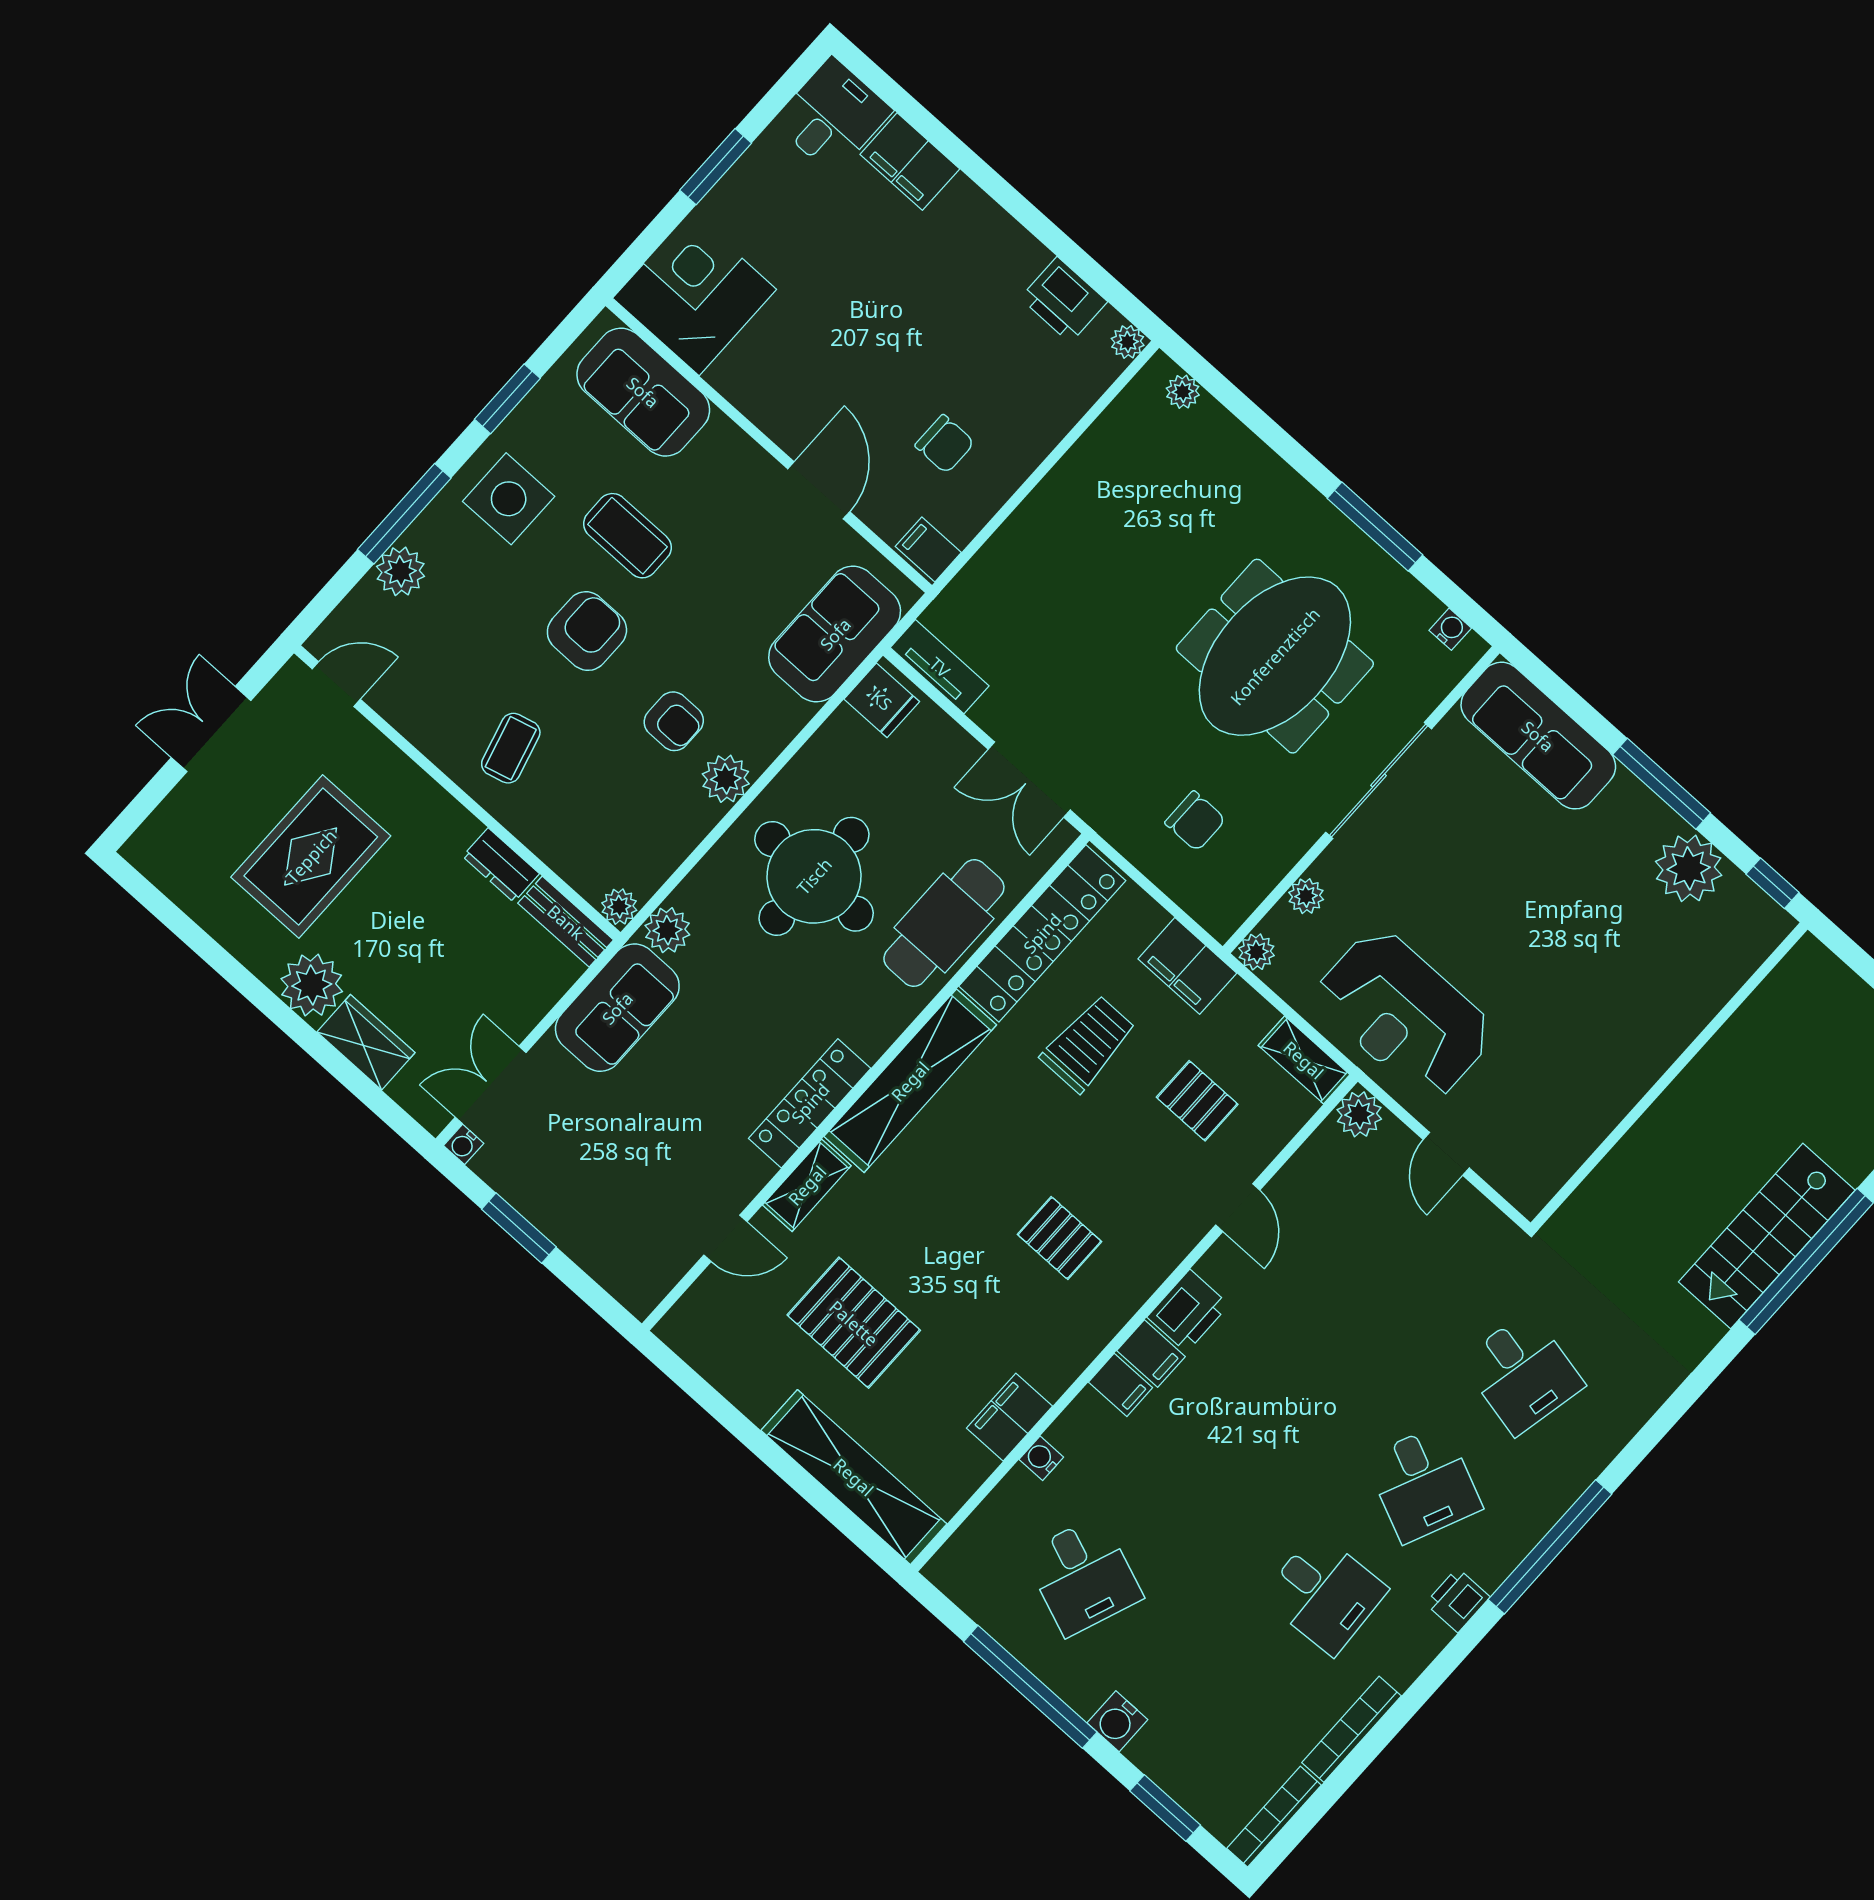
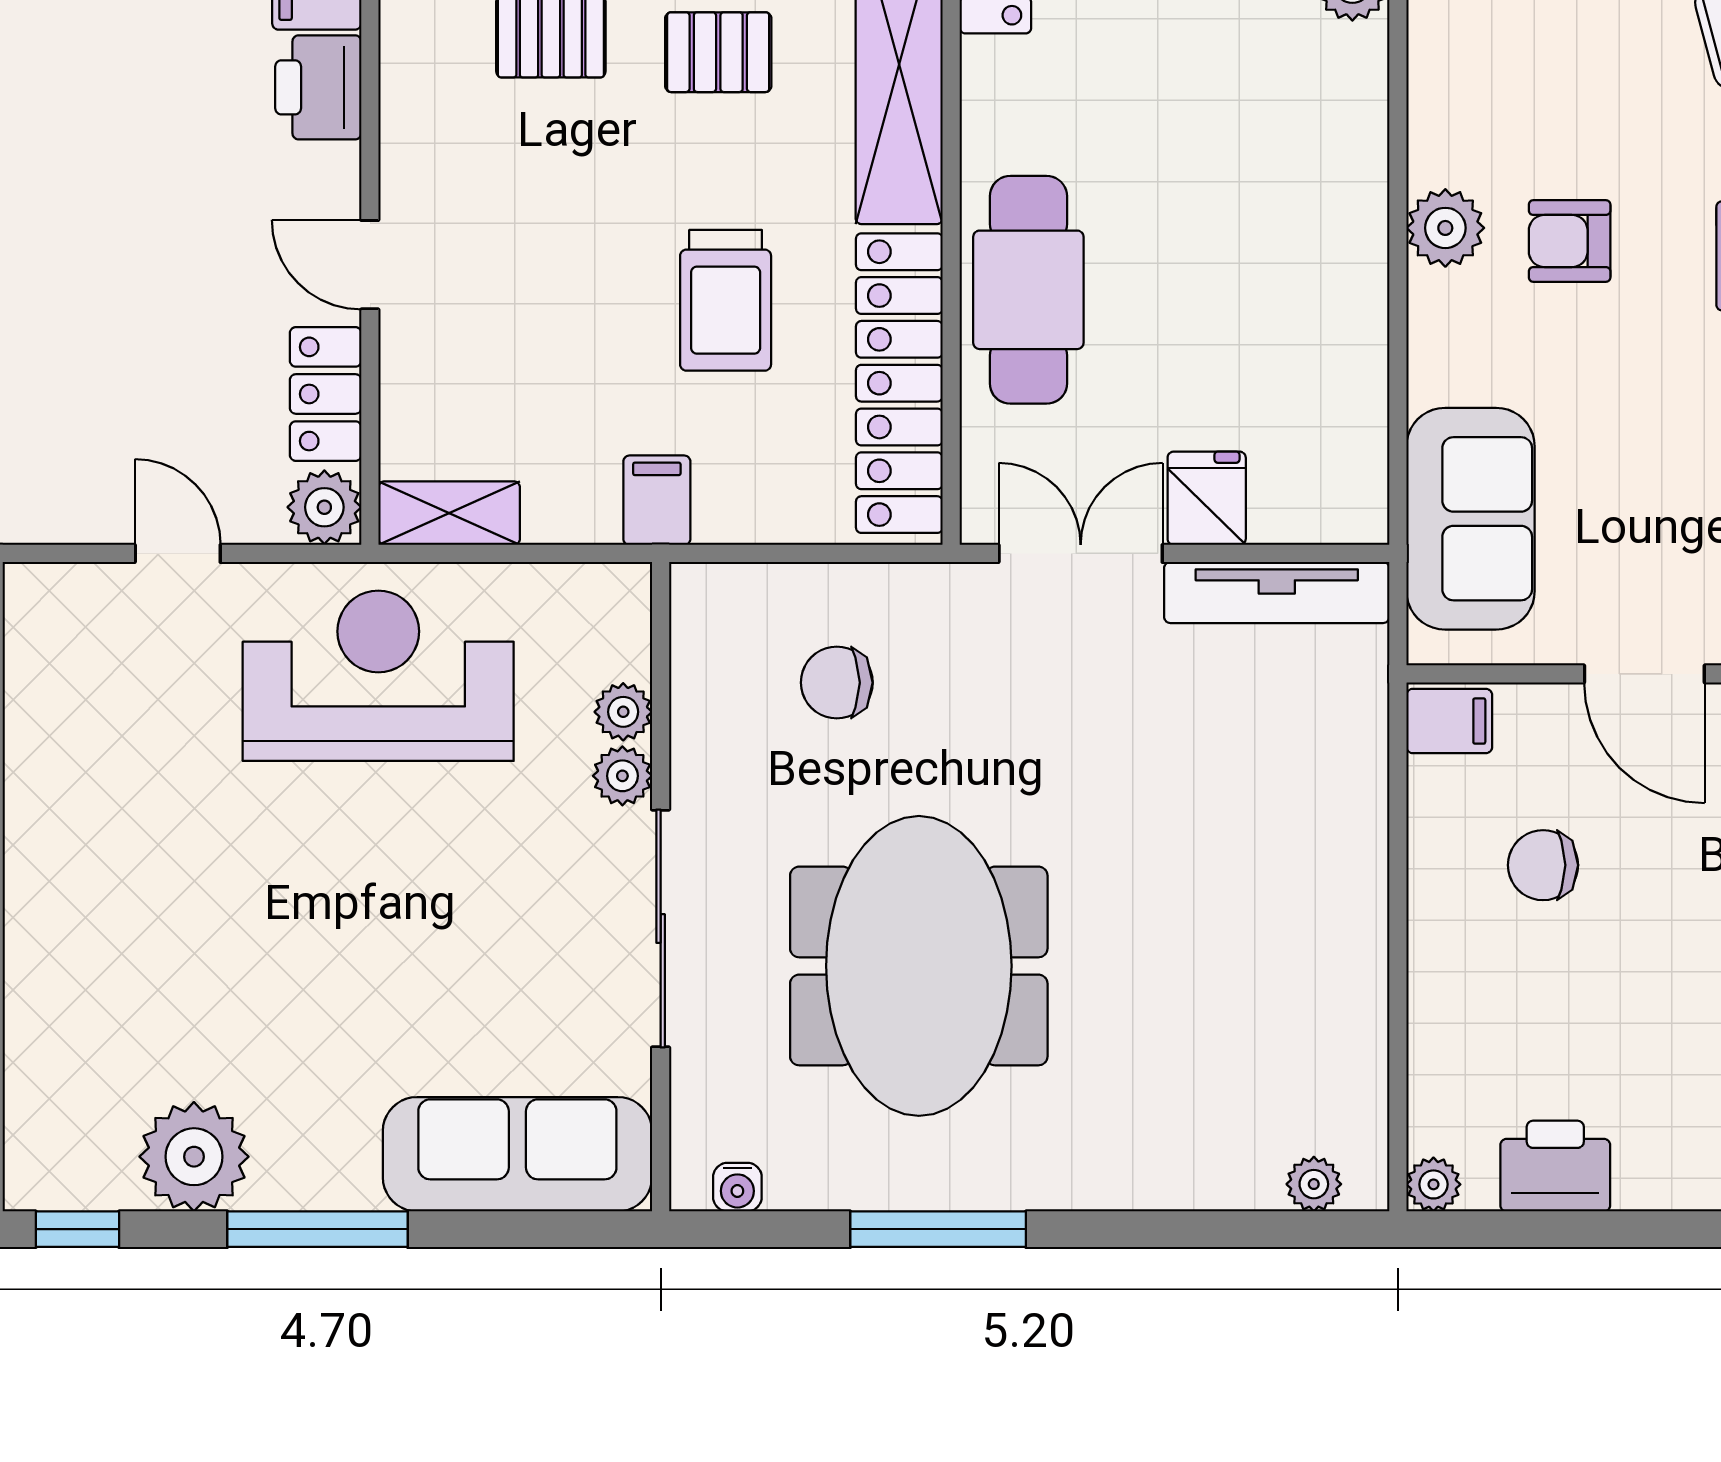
tv unit: (940, 667) -> (1277, 592), width x1.41
fridge: (882, 700) -> (1207, 498), moved, turned 90
round table: (814, 876) -> (1235, 206), removed
plant: (1257, 952) -> (622, 776), moved
filing cabinet: (1187, 966) -> (657, 500), width x0.50
pallet: (1197, 1101) -> (718, 52), moved
locker: (1312, 1166) -> (326, 394), added

